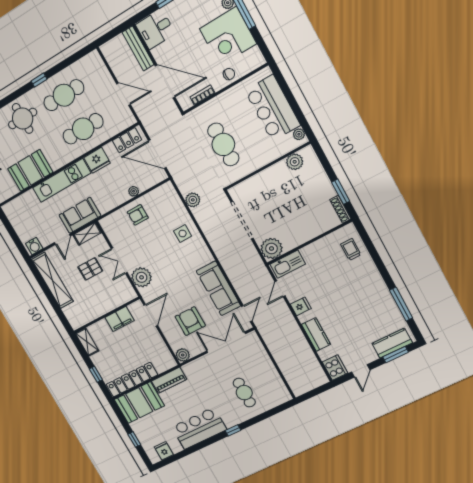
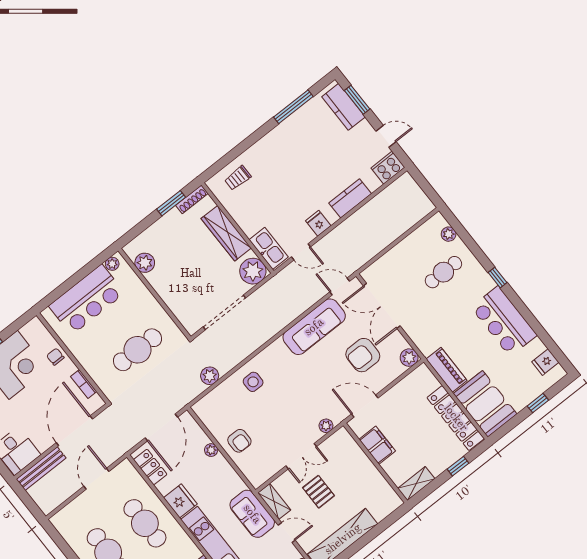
wardrobe: (307, 232) -> (226, 233), added
plant: (142, 277) -> (326, 426), width x0.53, depth x0.53
plant: (273, 402) -> (449, 234), added

